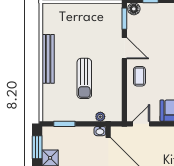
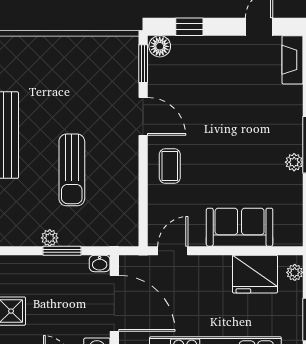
plant: (100, 117) -> (50, 238), moved
window: (64, 124) -> (62, 251), moved

